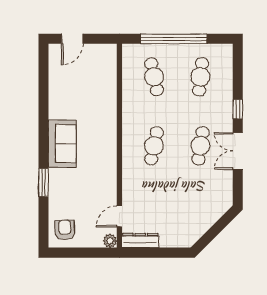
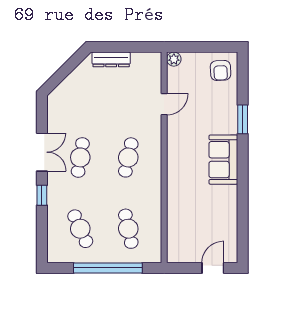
cafe table: (200, 77) -> (80, 229), turned -30
door: (119, 216) -> (164, 104), moved
dresser: (140, 241) -> (111, 59), moved

